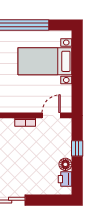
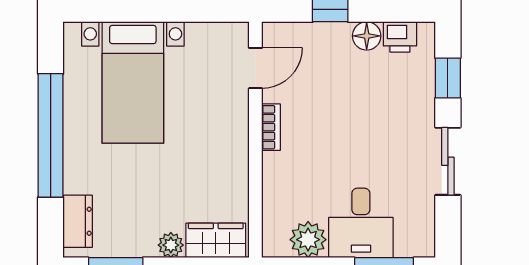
door: (51, 115) -> (255, 68), swing flipped
window: (47, 200) -> (448, 78), added

